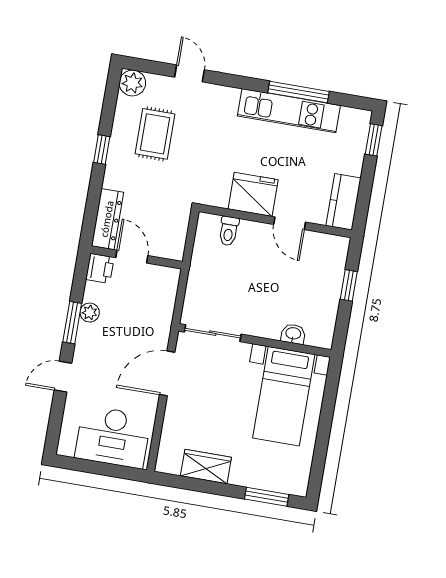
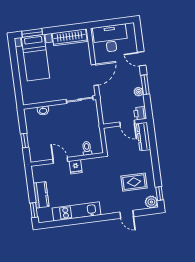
window: (298, 92) -> (75, 221), removed
rug: (155, 134) -> (134, 182), turned 90
window: (102, 150) -> (159, 193), moved
fridge: (253, 194) -> (76, 167), width x0.53, depth x0.75
kitchen counter: (343, 202) -> (41, 195), moved
door: (63, 377) -> (142, 59), swing flipped
bed with nightstands: (284, 396) -> (36, 58), moved, turned 180
wardrobe: (206, 467) -> (70, 37), width x1.50

